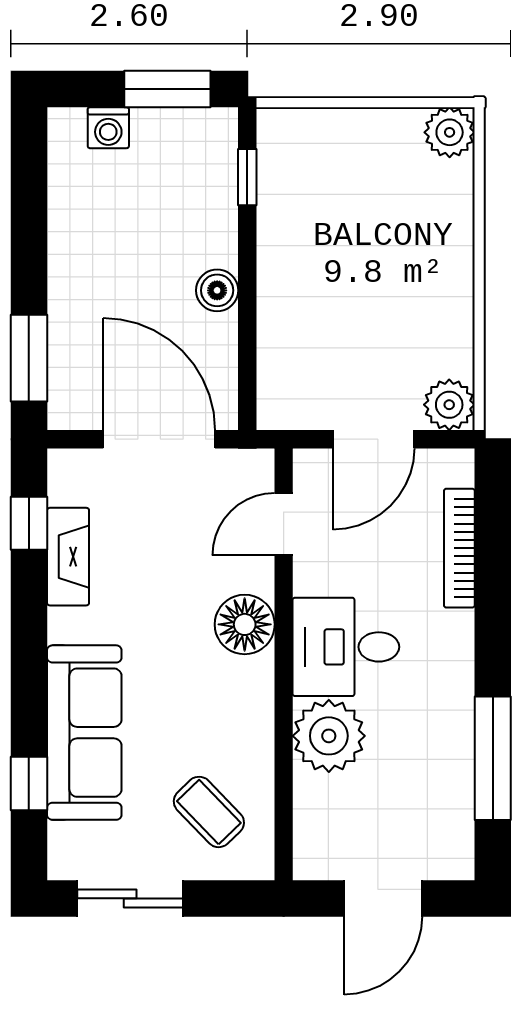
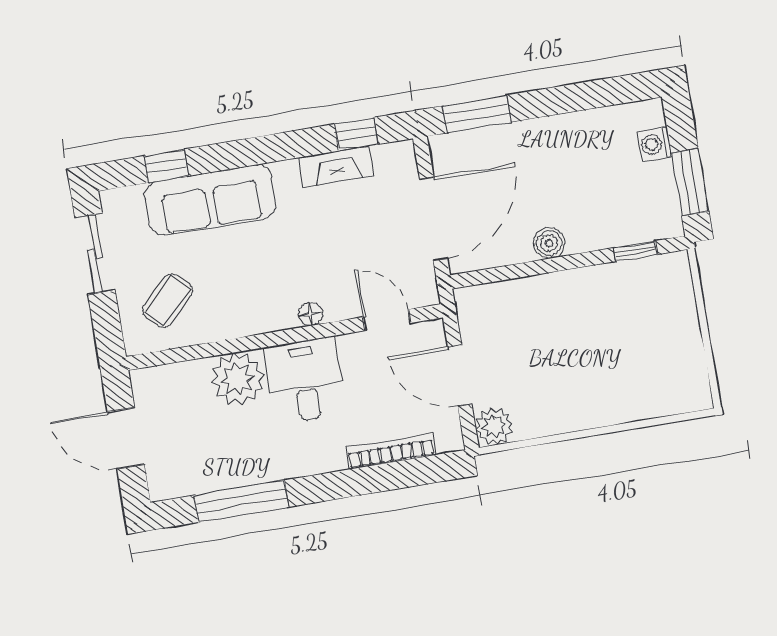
plant: (450, 132) -> (693, 393), removed
floor lamp: (245, 624) -> (311, 314), width x0.53, depth x0.53

